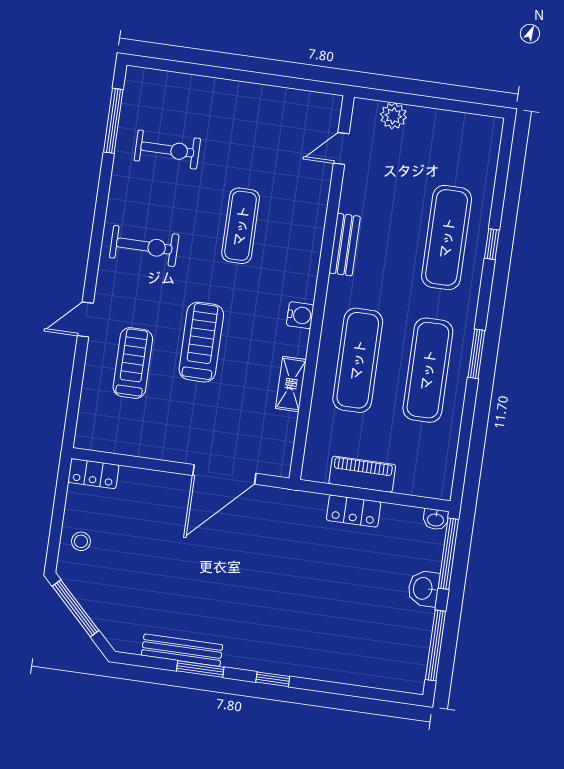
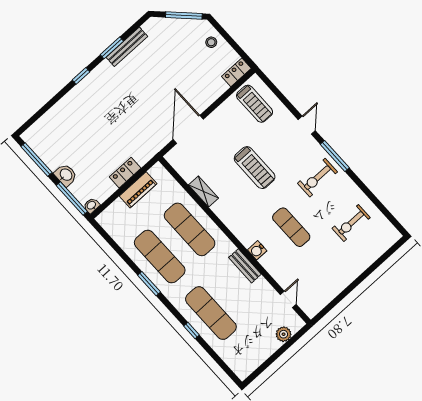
window: (113, 121) -> (335, 156), moved
water cooler: (300, 315) -> (257, 250), moved
treadmill: (133, 363) -> (255, 104), moved

